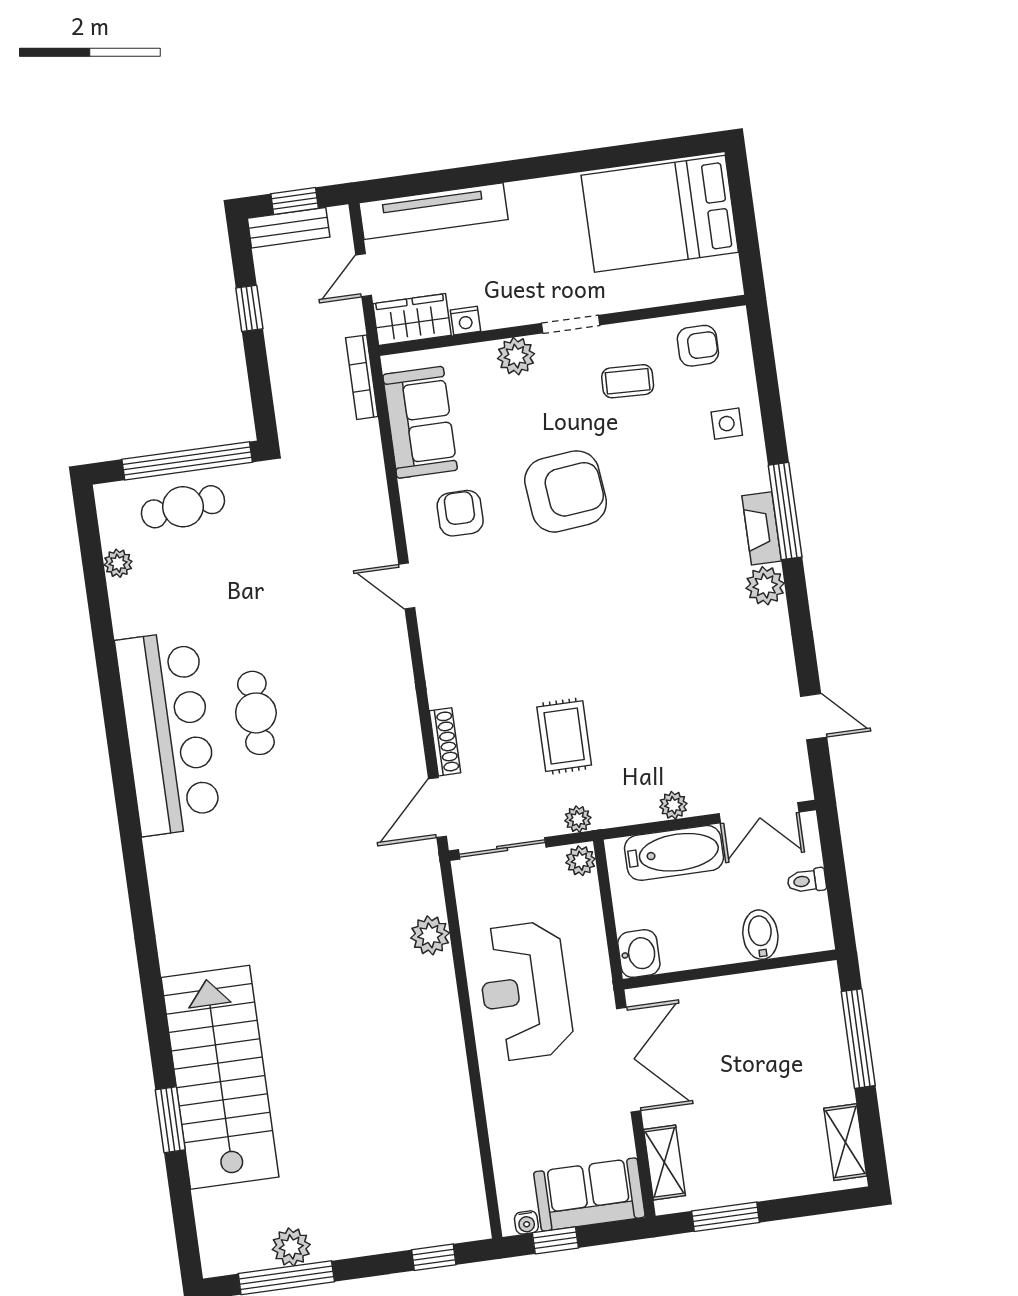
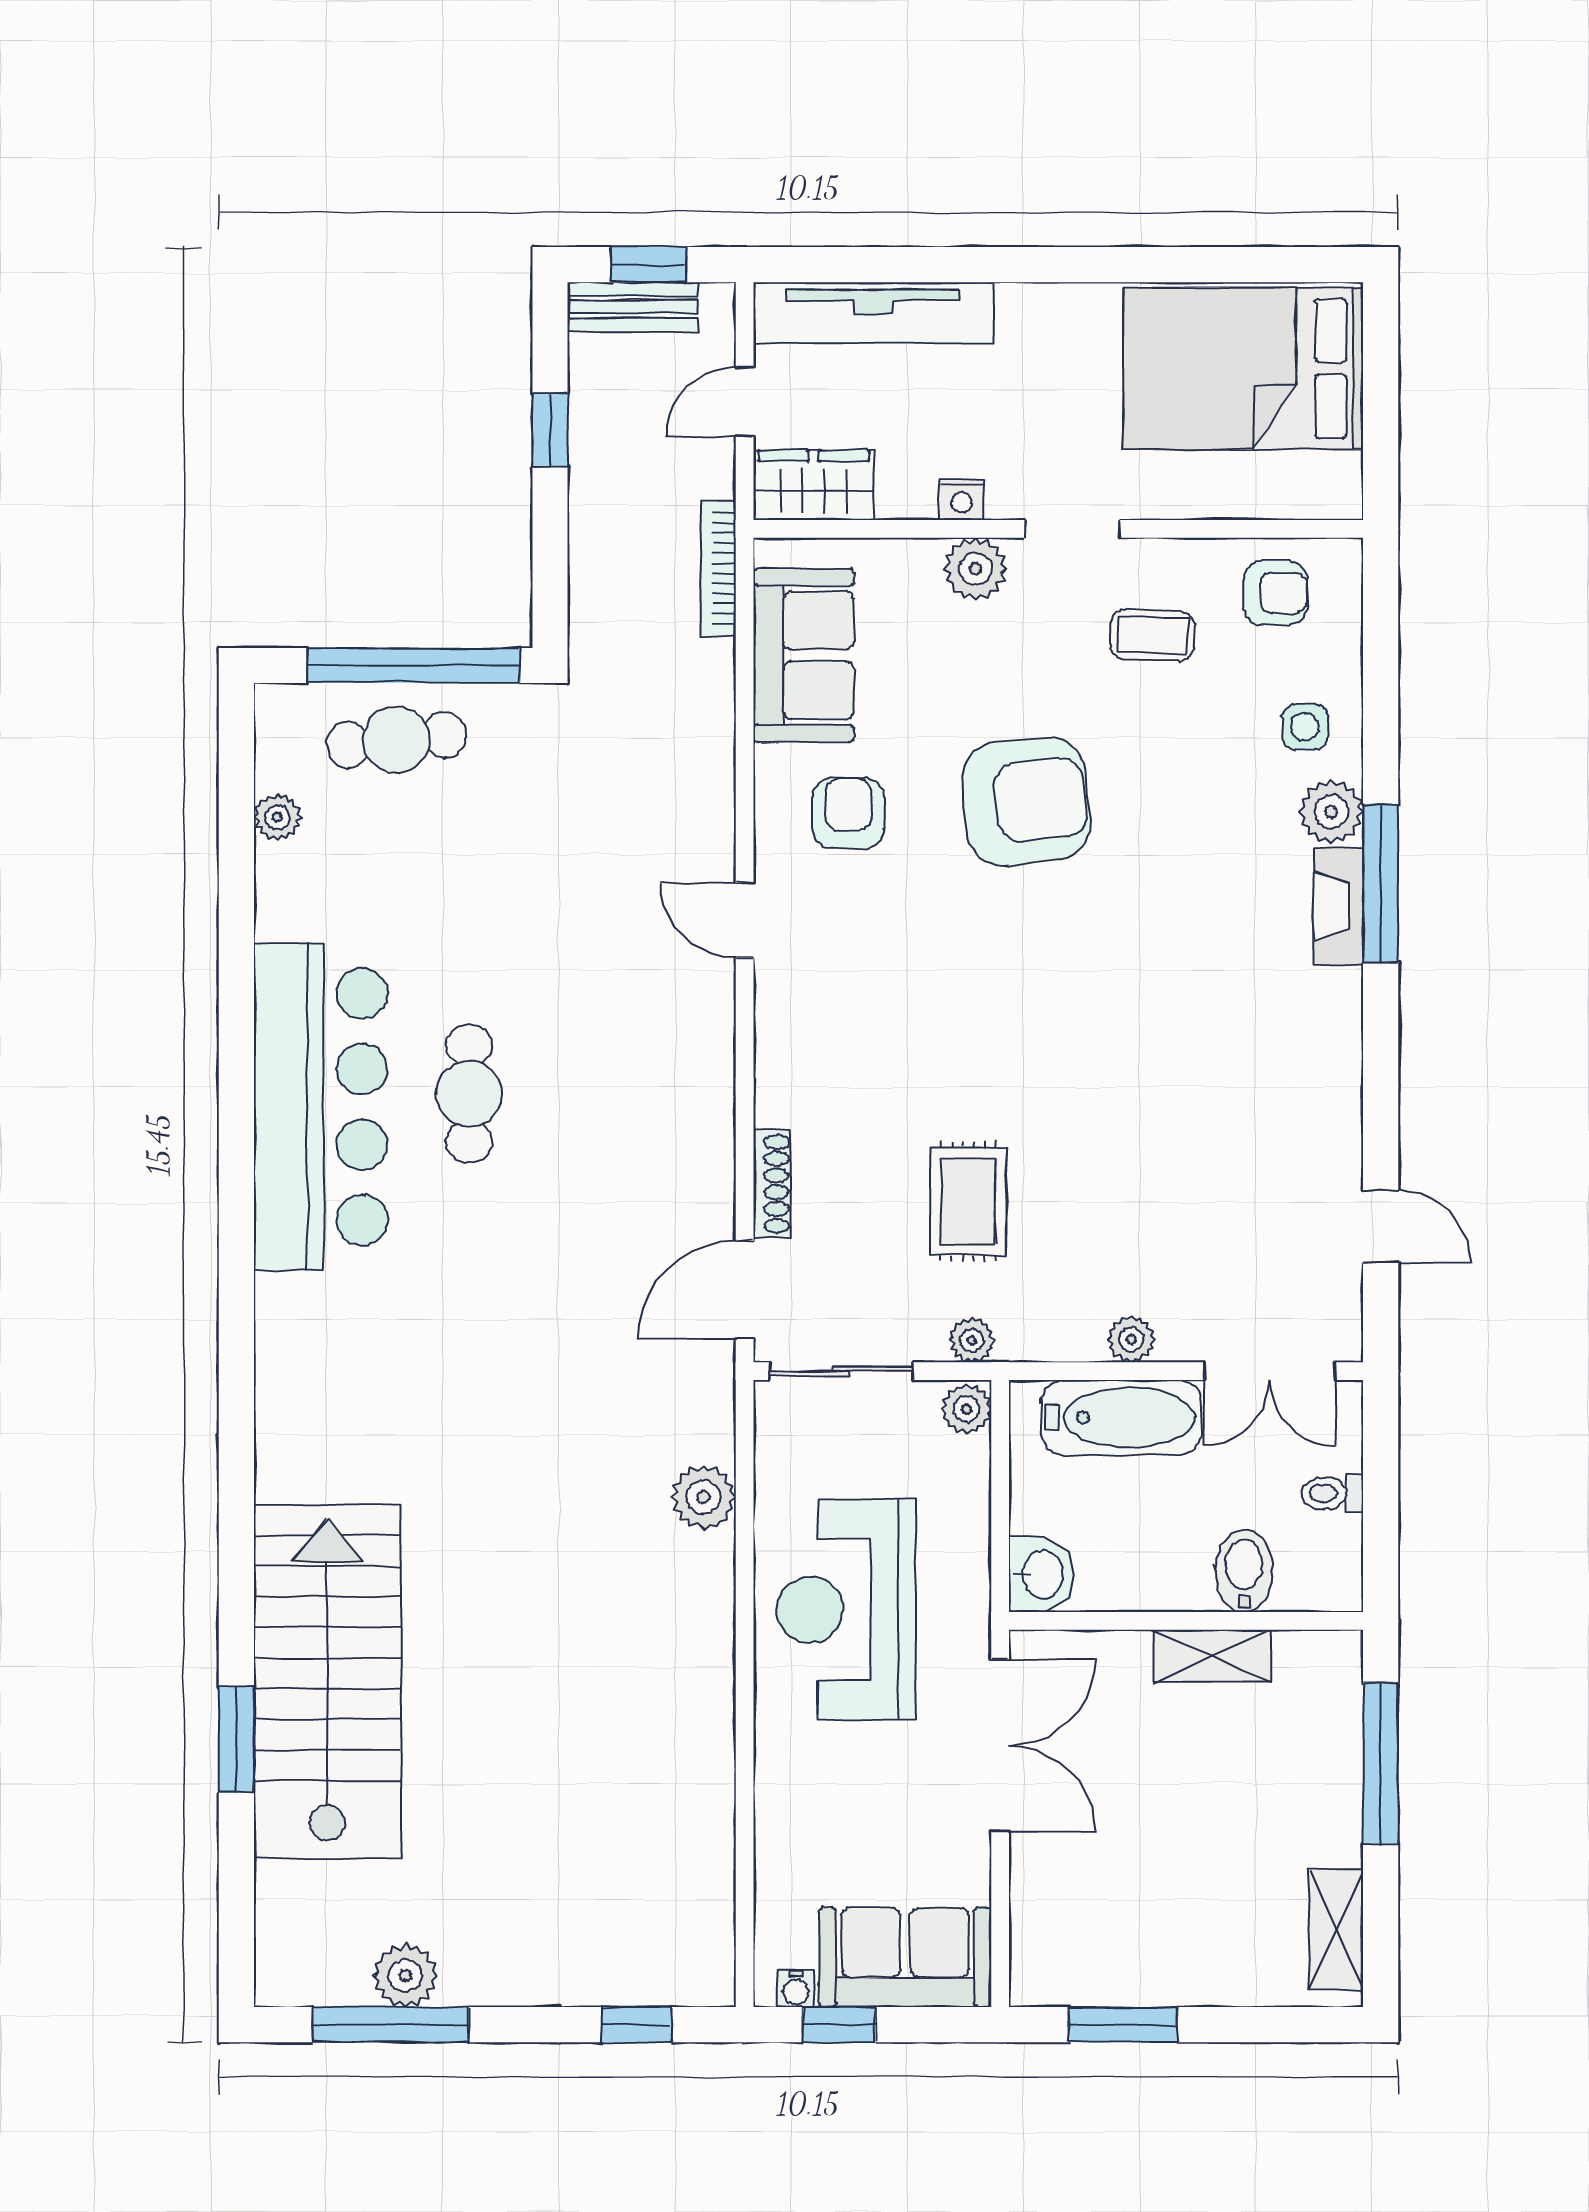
nightstand: (465, 321) -> (962, 499), moved
plant: (765, 586) -> (1331, 812), moved
shelving: (664, 1162) -> (1212, 1656), moved, turned 90

